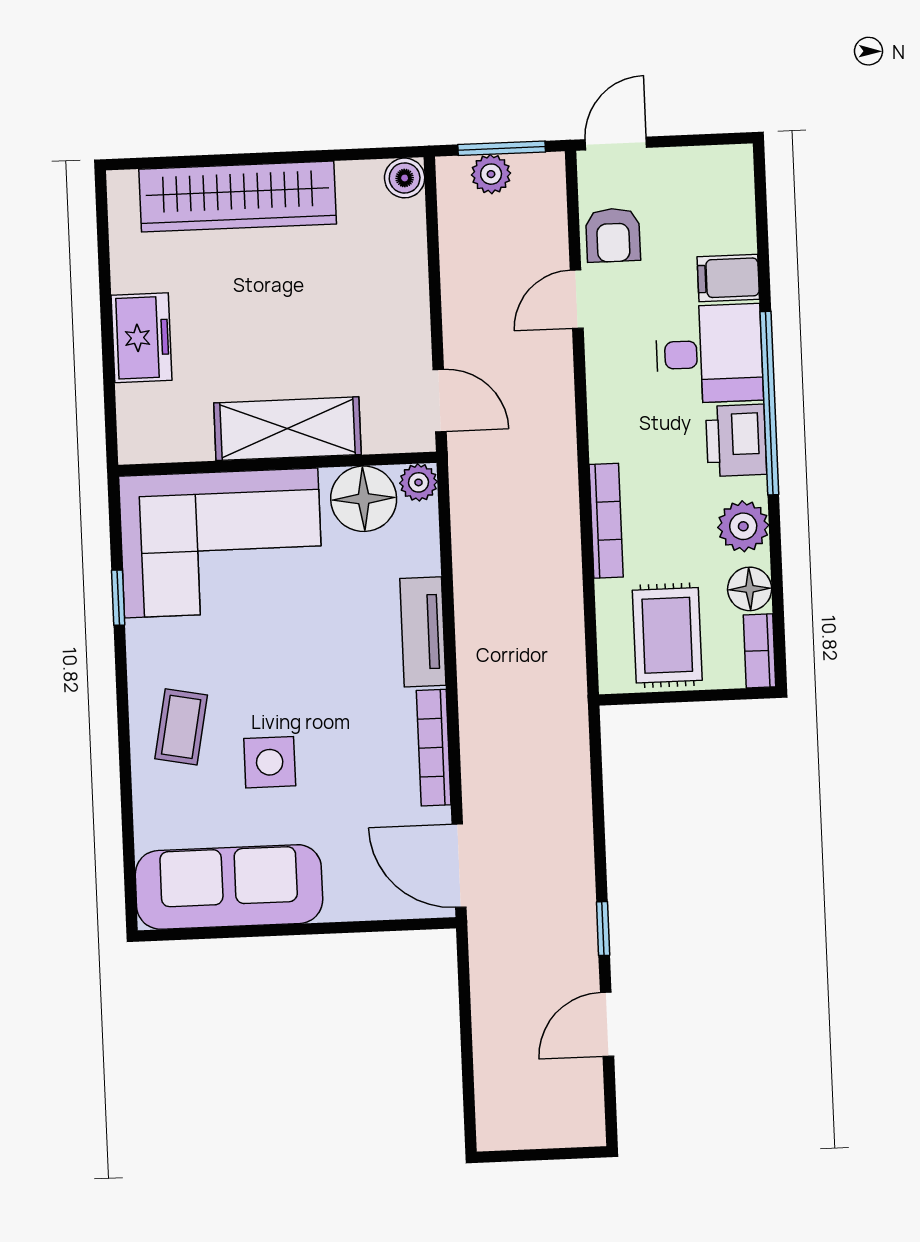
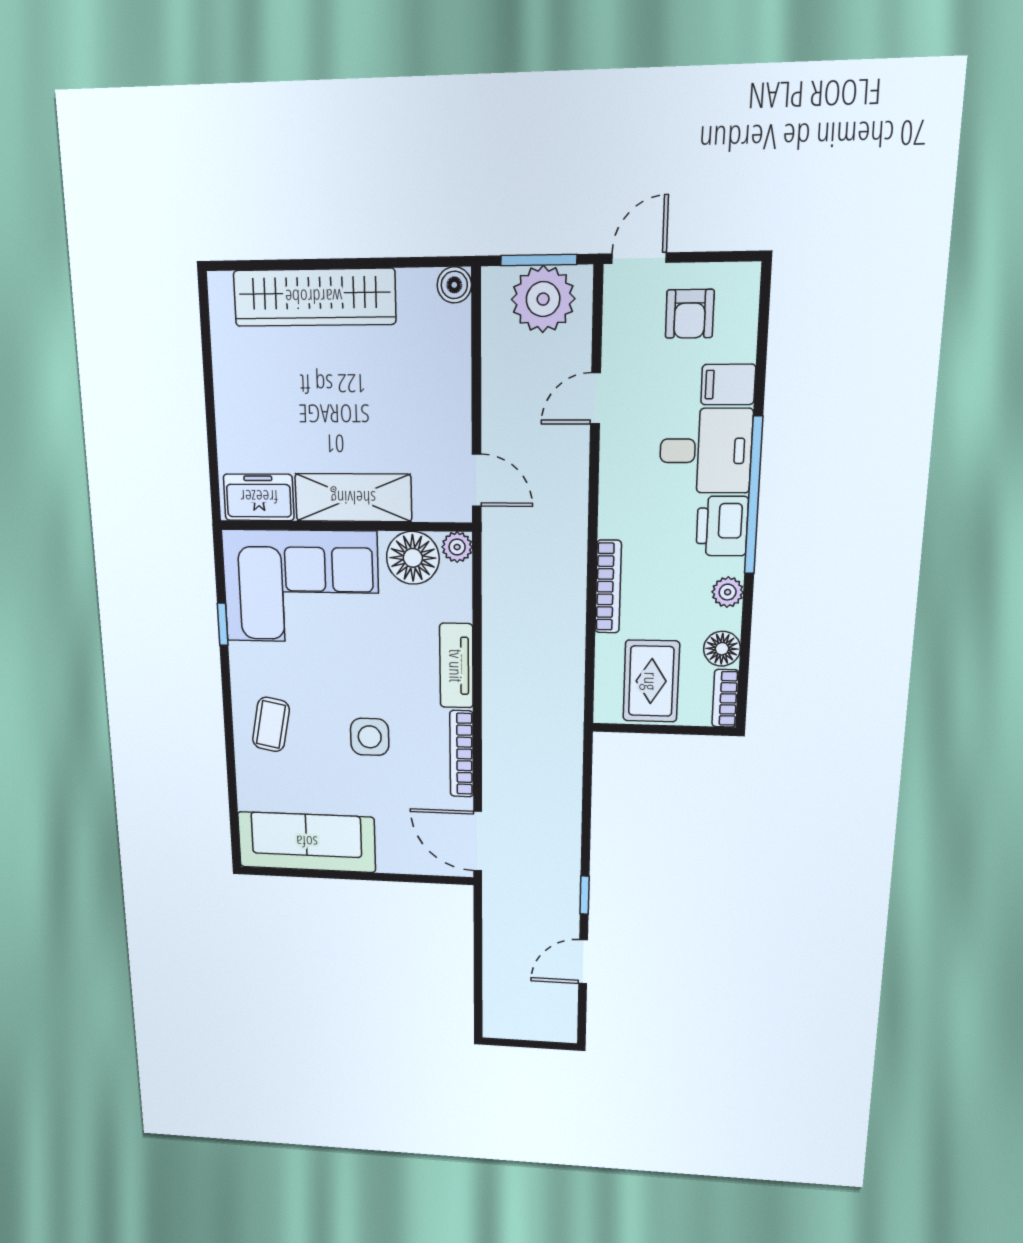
plant: (491, 174) -> (543, 299), width x1.88, depth x1.88
armchair: (613, 235) -> (690, 314), moved
freezer: (141, 338) -> (259, 497), moved, turned -90
plant: (743, 526) -> (728, 592), width x0.73, depth x0.73
side table: (270, 762) -> (370, 737), moved

